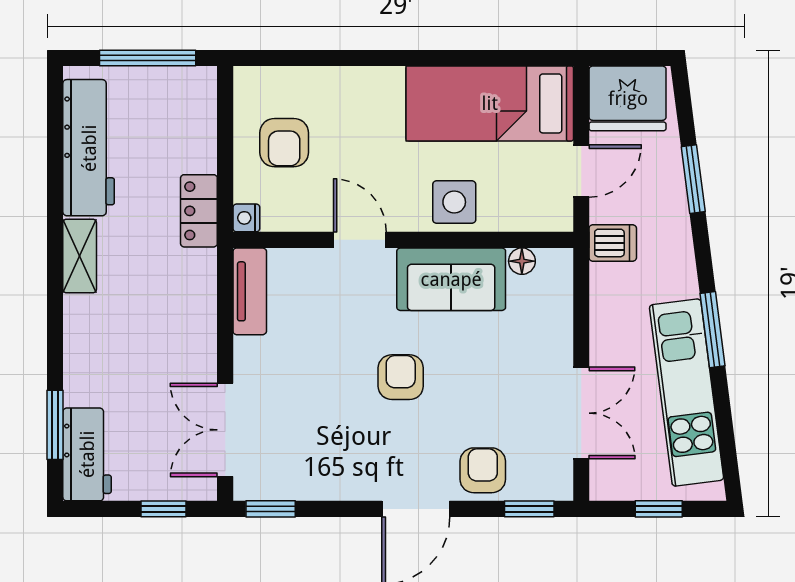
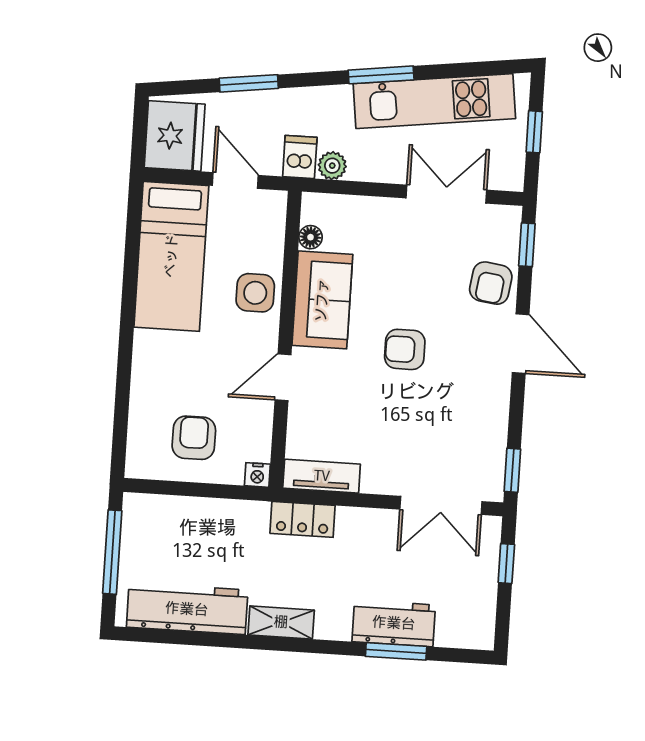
armchair: (284, 143) -> (194, 438), turned -90
locker: (199, 211) -> (303, 519), moved
plant: (605, 281) -> (332, 166), added
window: (55, 425) -> (396, 651), moved
workbench: (87, 454) -> (394, 623), moved
armchair: (483, 470) -> (491, 283), turned -82

